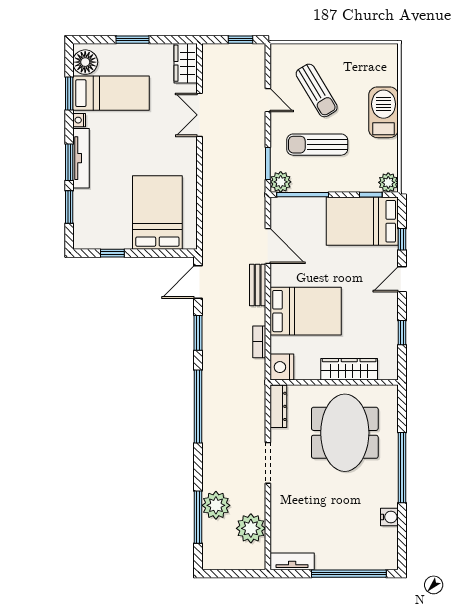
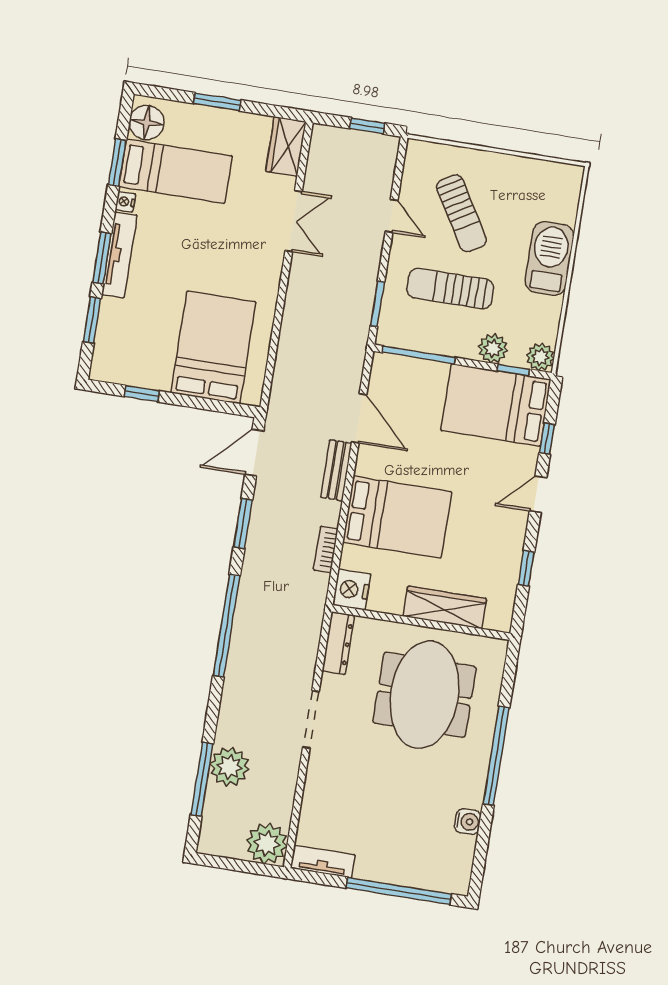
double door: (200, 115) -> (294, 221), swing flipped
plant: (281, 182) -> (493, 348), moved
plant: (251, 528) -> (267, 843), moved

